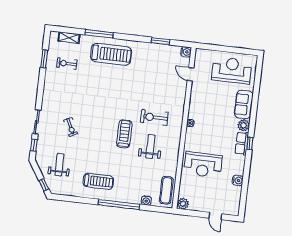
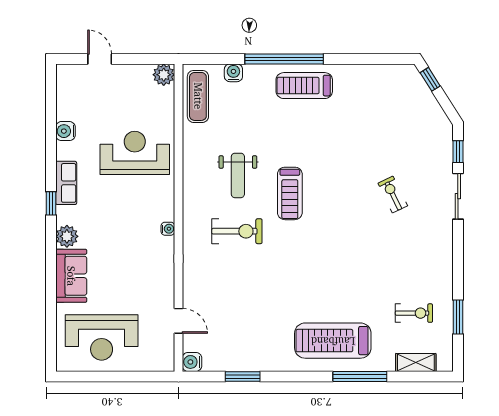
row of seats: (242, 143) -> (66, 183), moved
weight bench: (59, 165) -> (405, 120), removed
treadmill: (98, 181) -> (304, 86), moved

